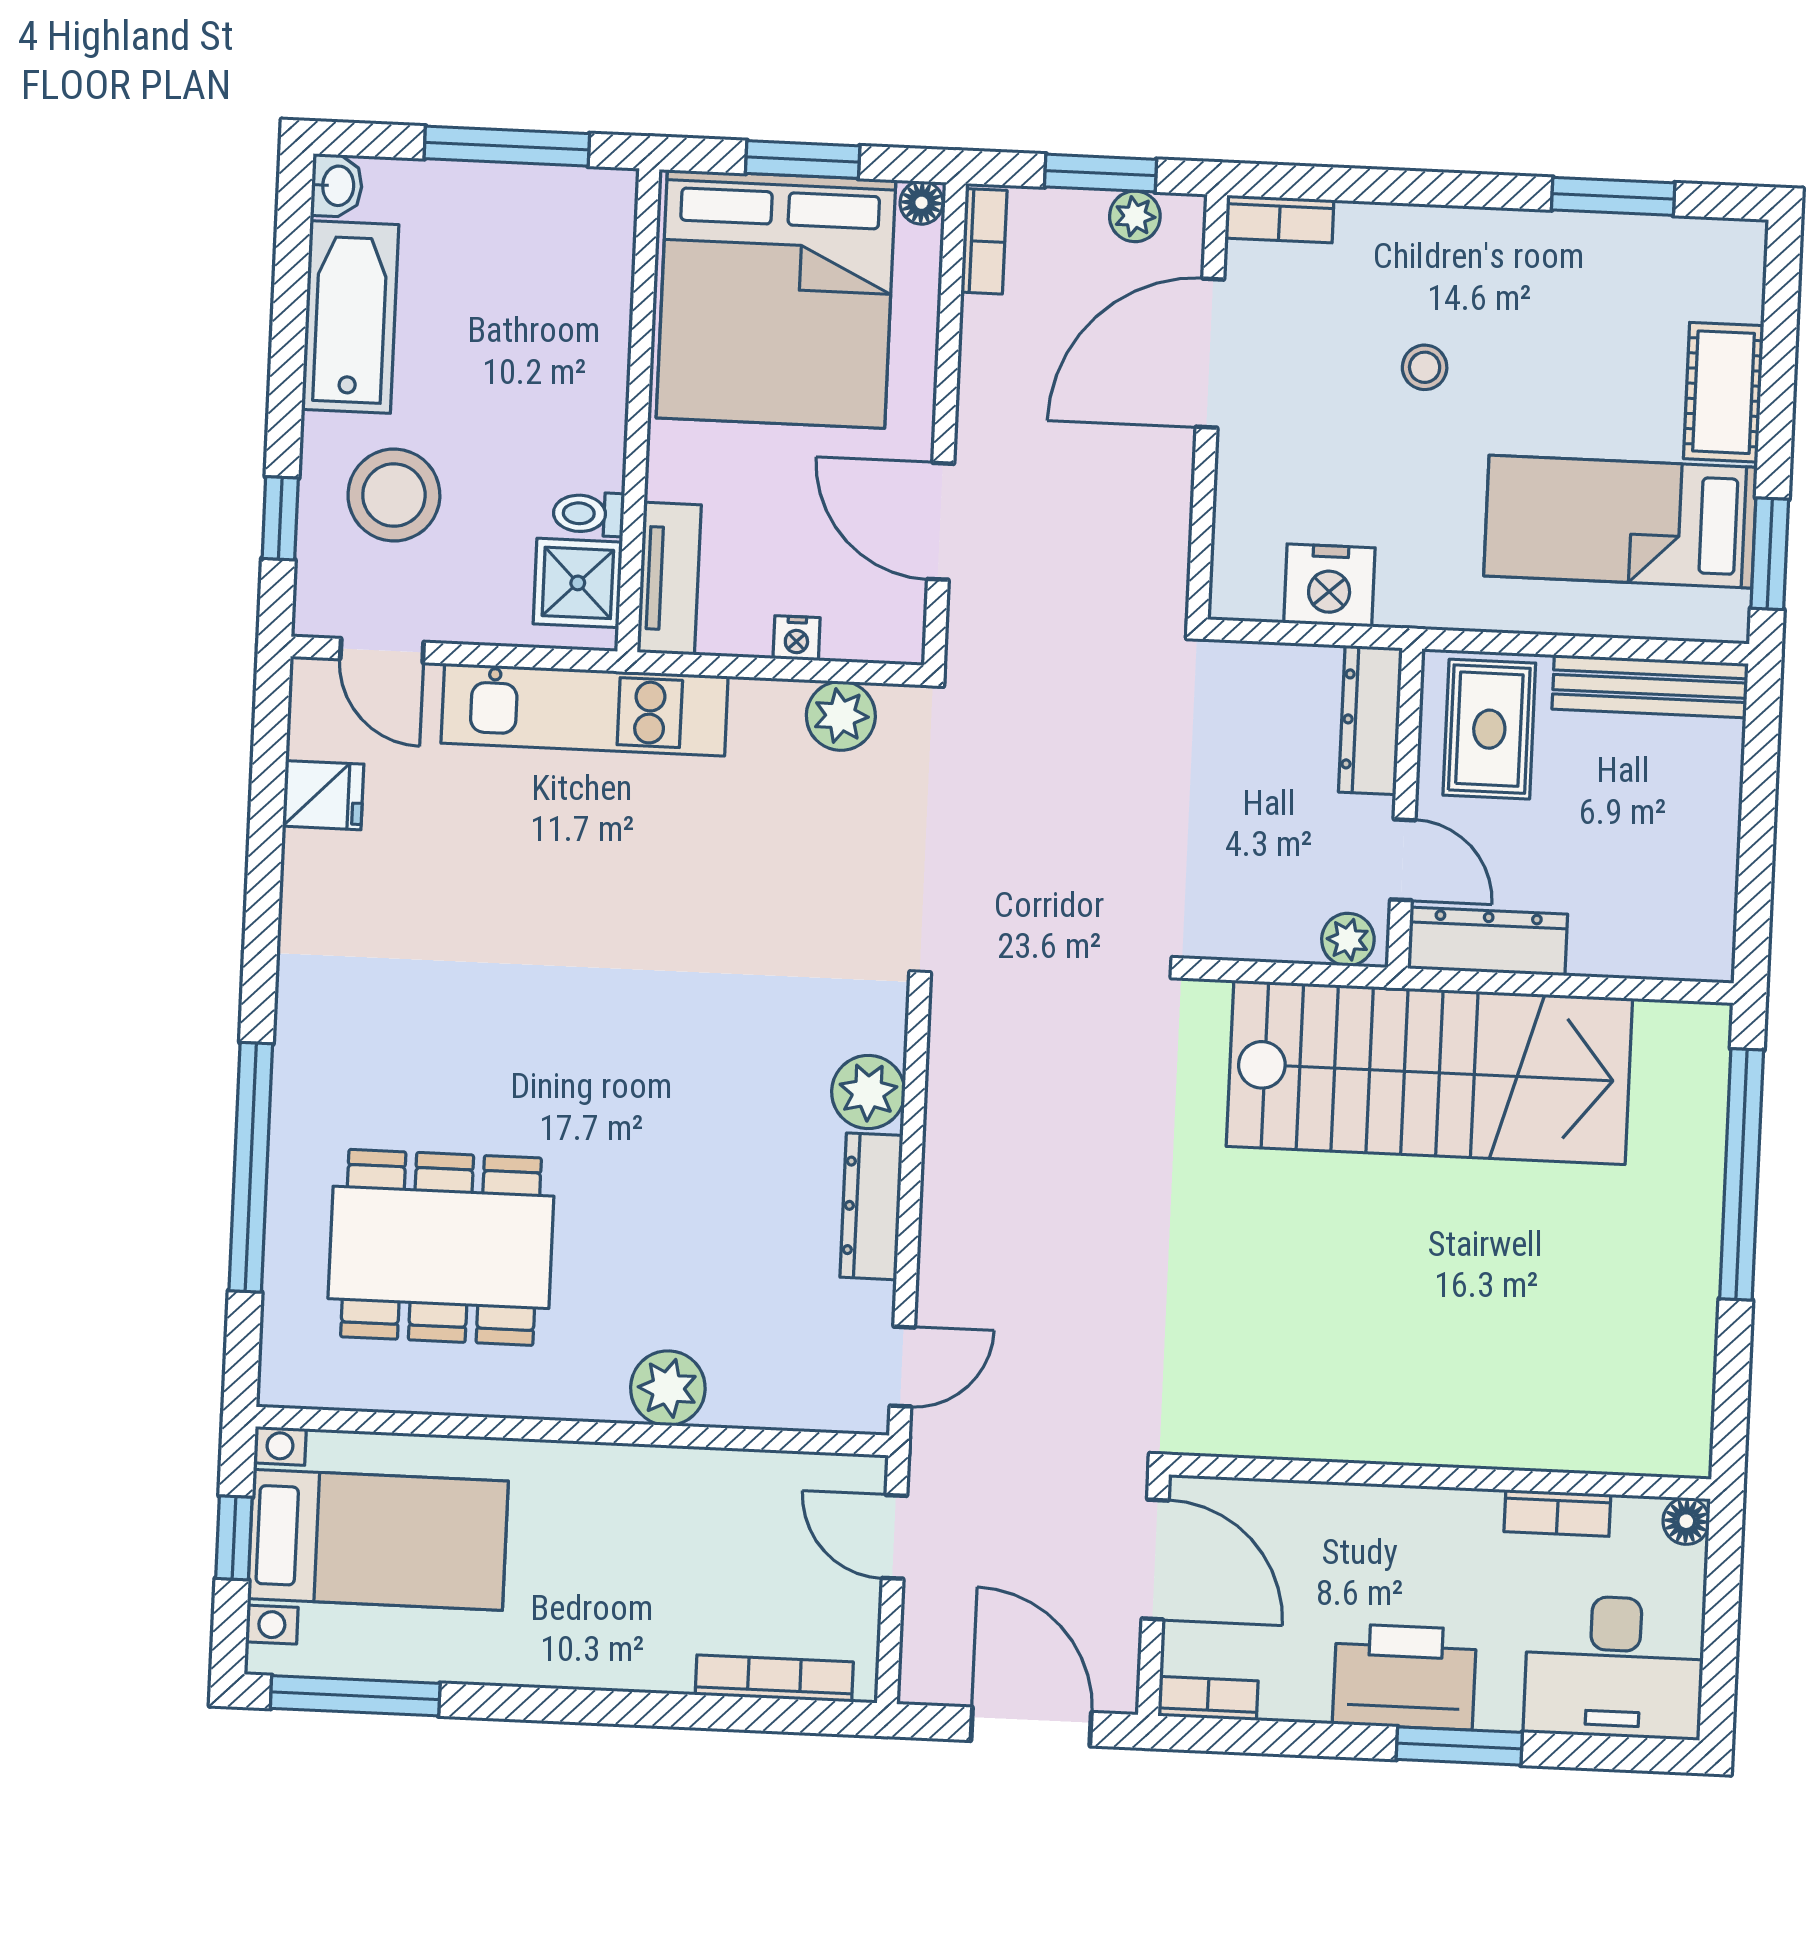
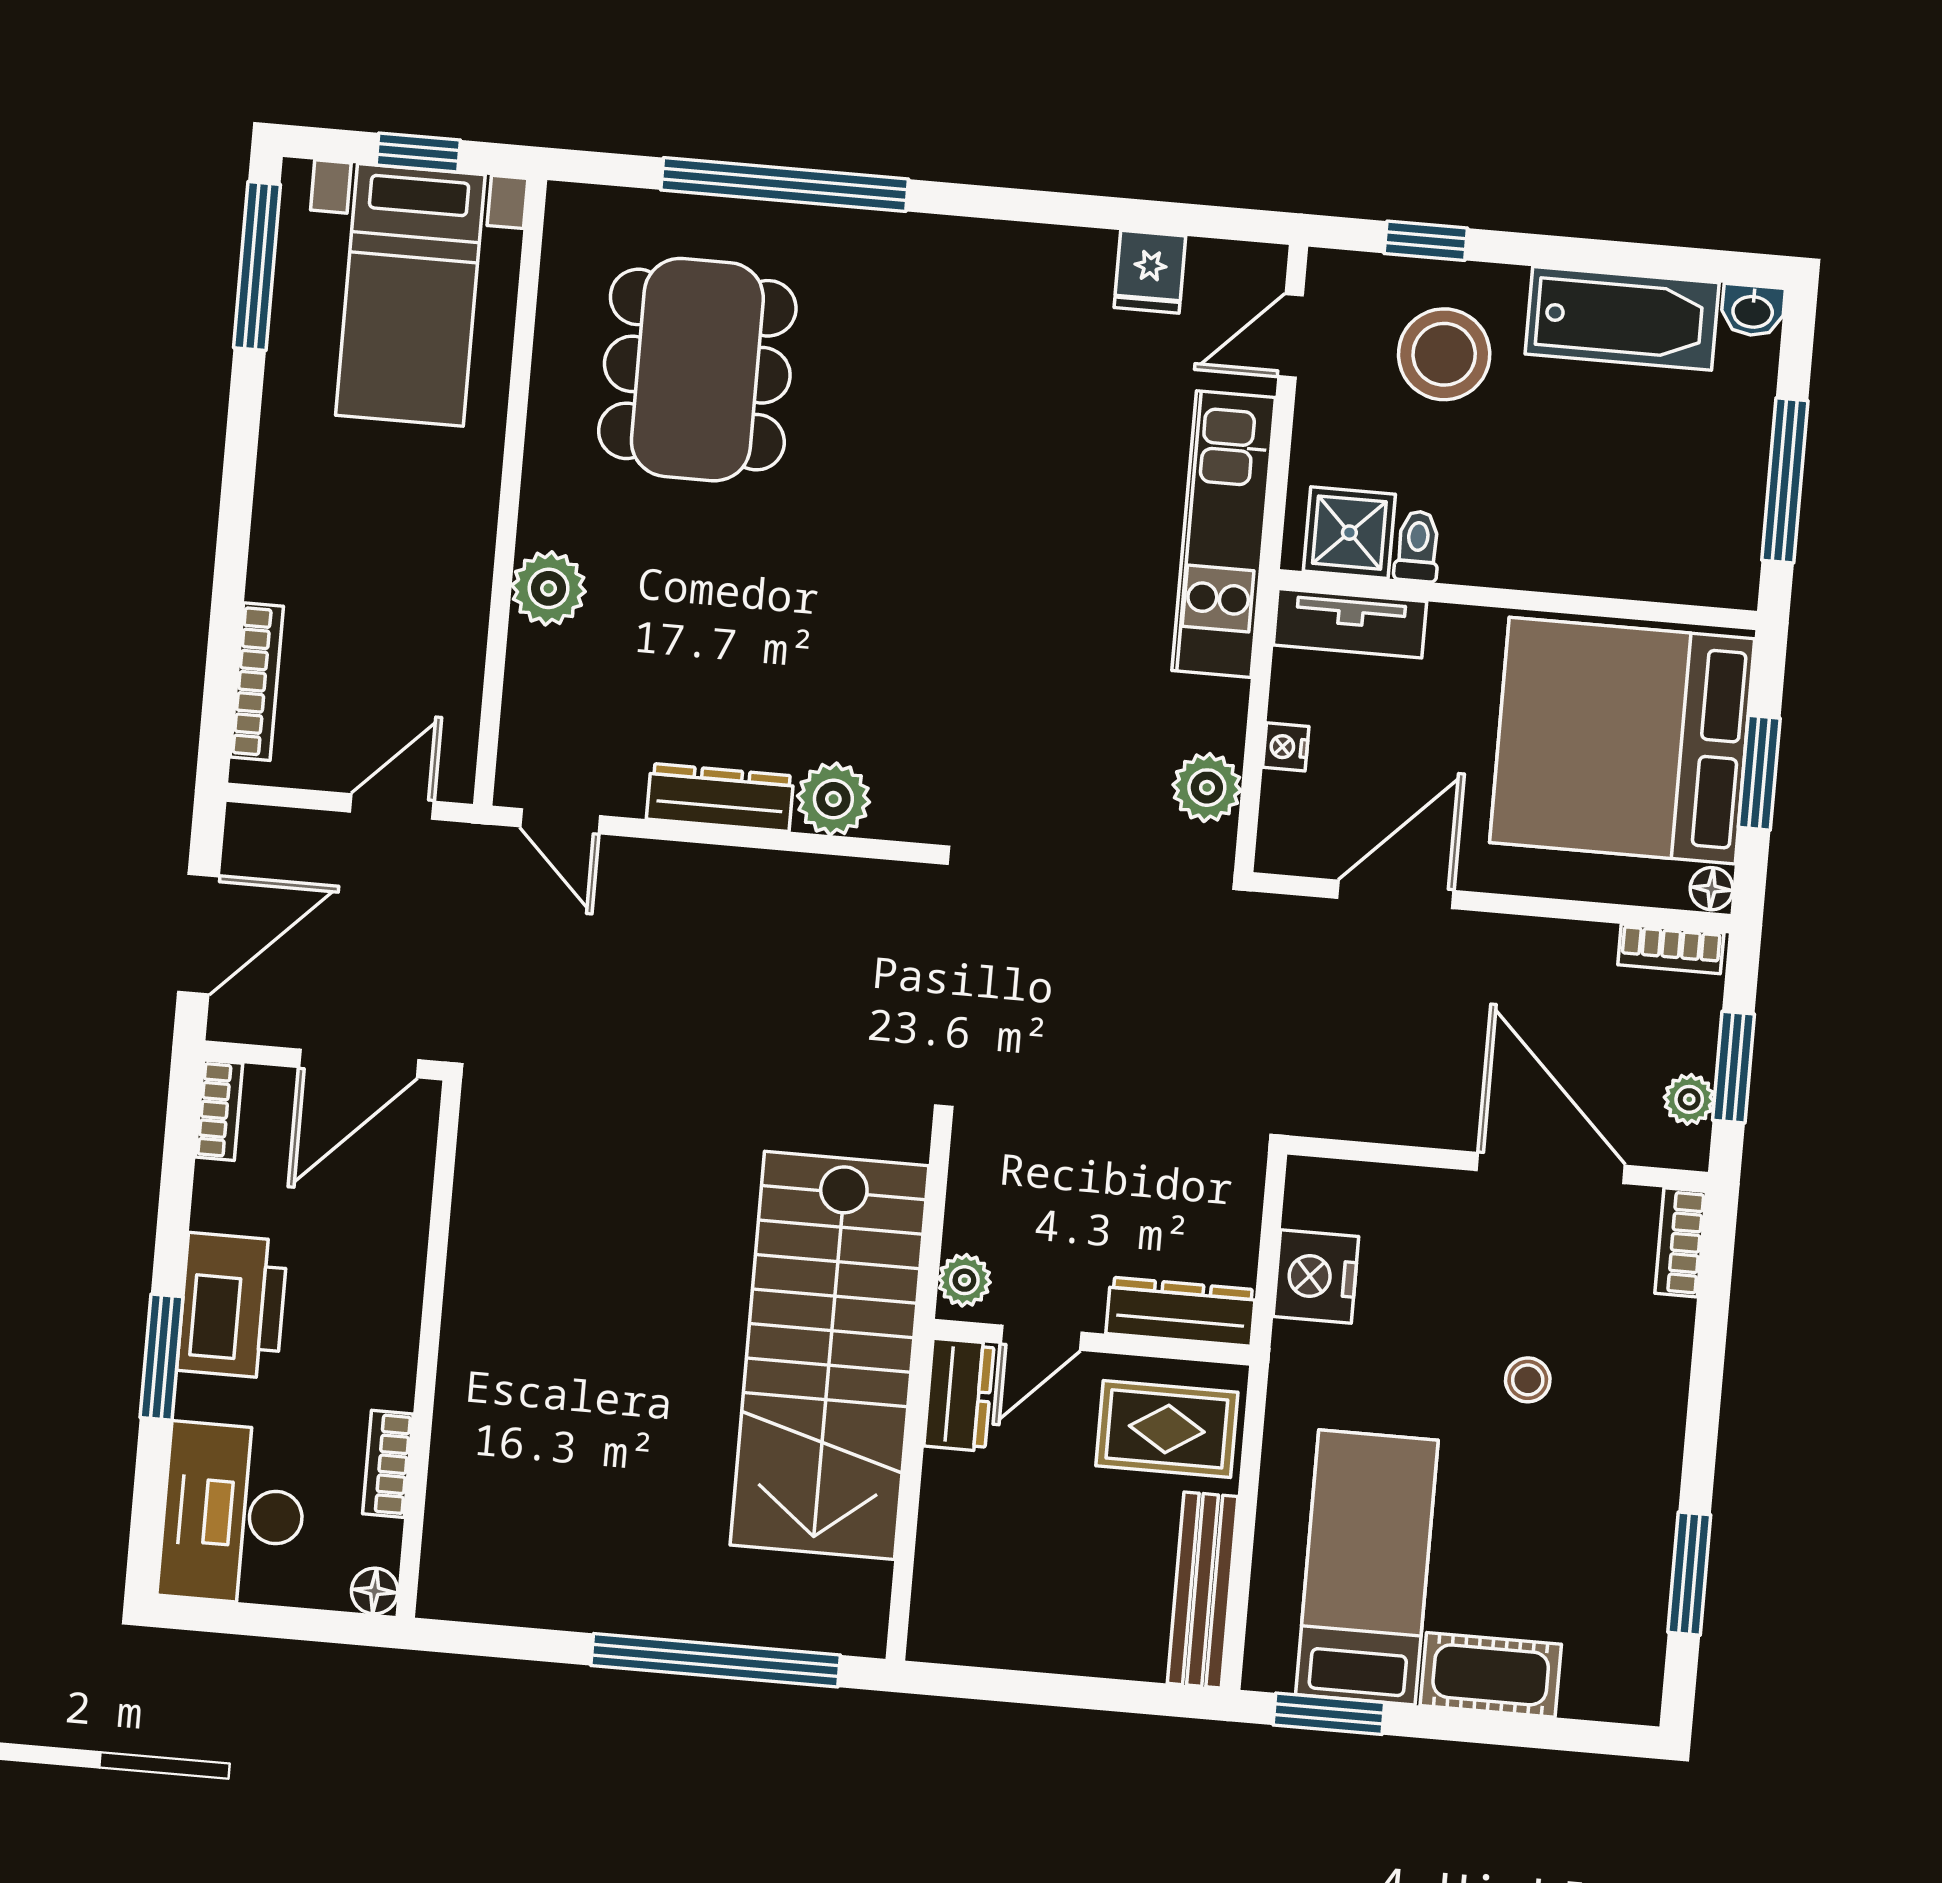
dresser: (1488, 941) -> (959, 1395), width x0.70

